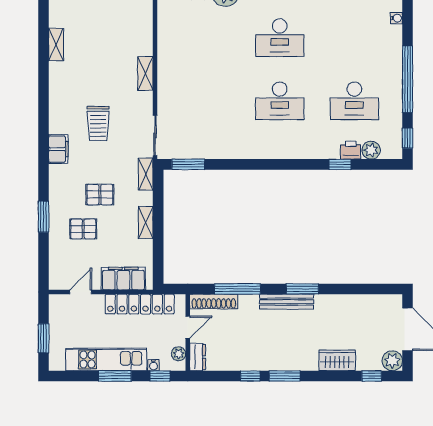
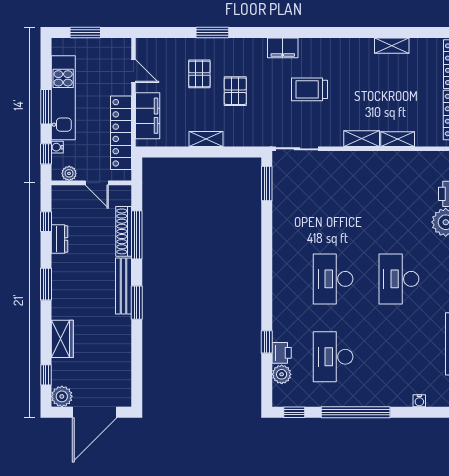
shelving: (146, 174) -> (398, 139), moved
shoe rack: (214, 302) -> (124, 231), moved
dresser: (198, 357) -> (59, 239), moved, turned -90
window: (250, 376) -> (46, 222), moved

